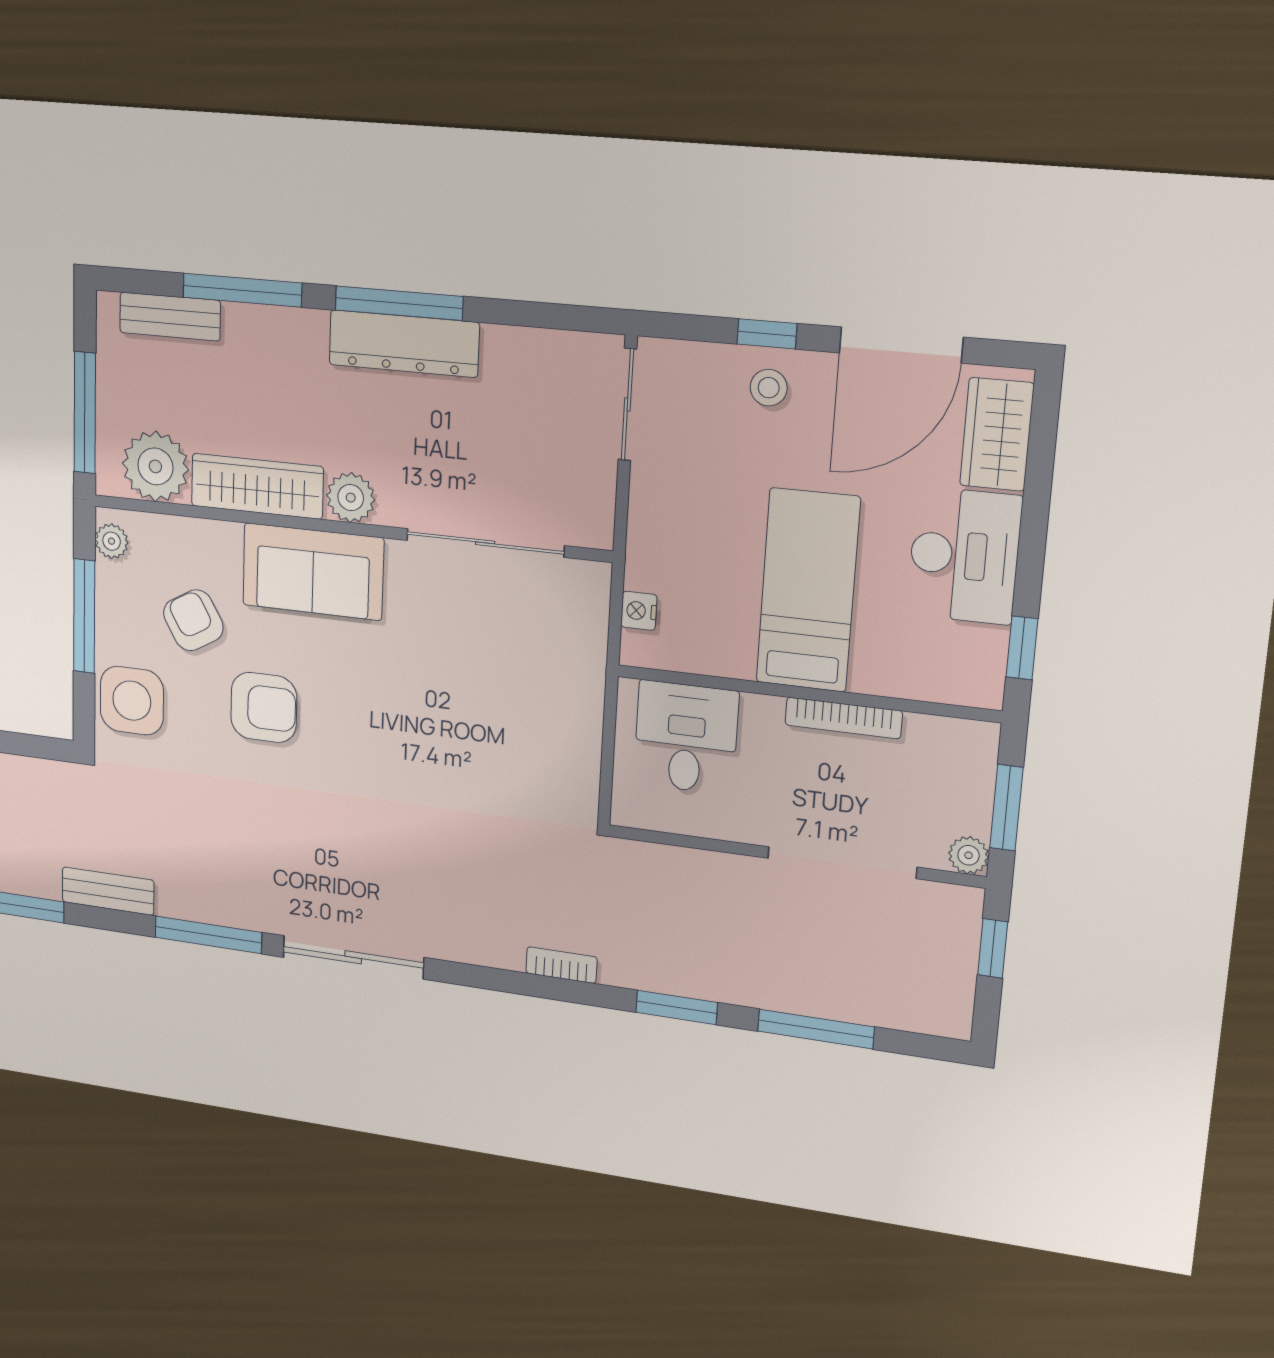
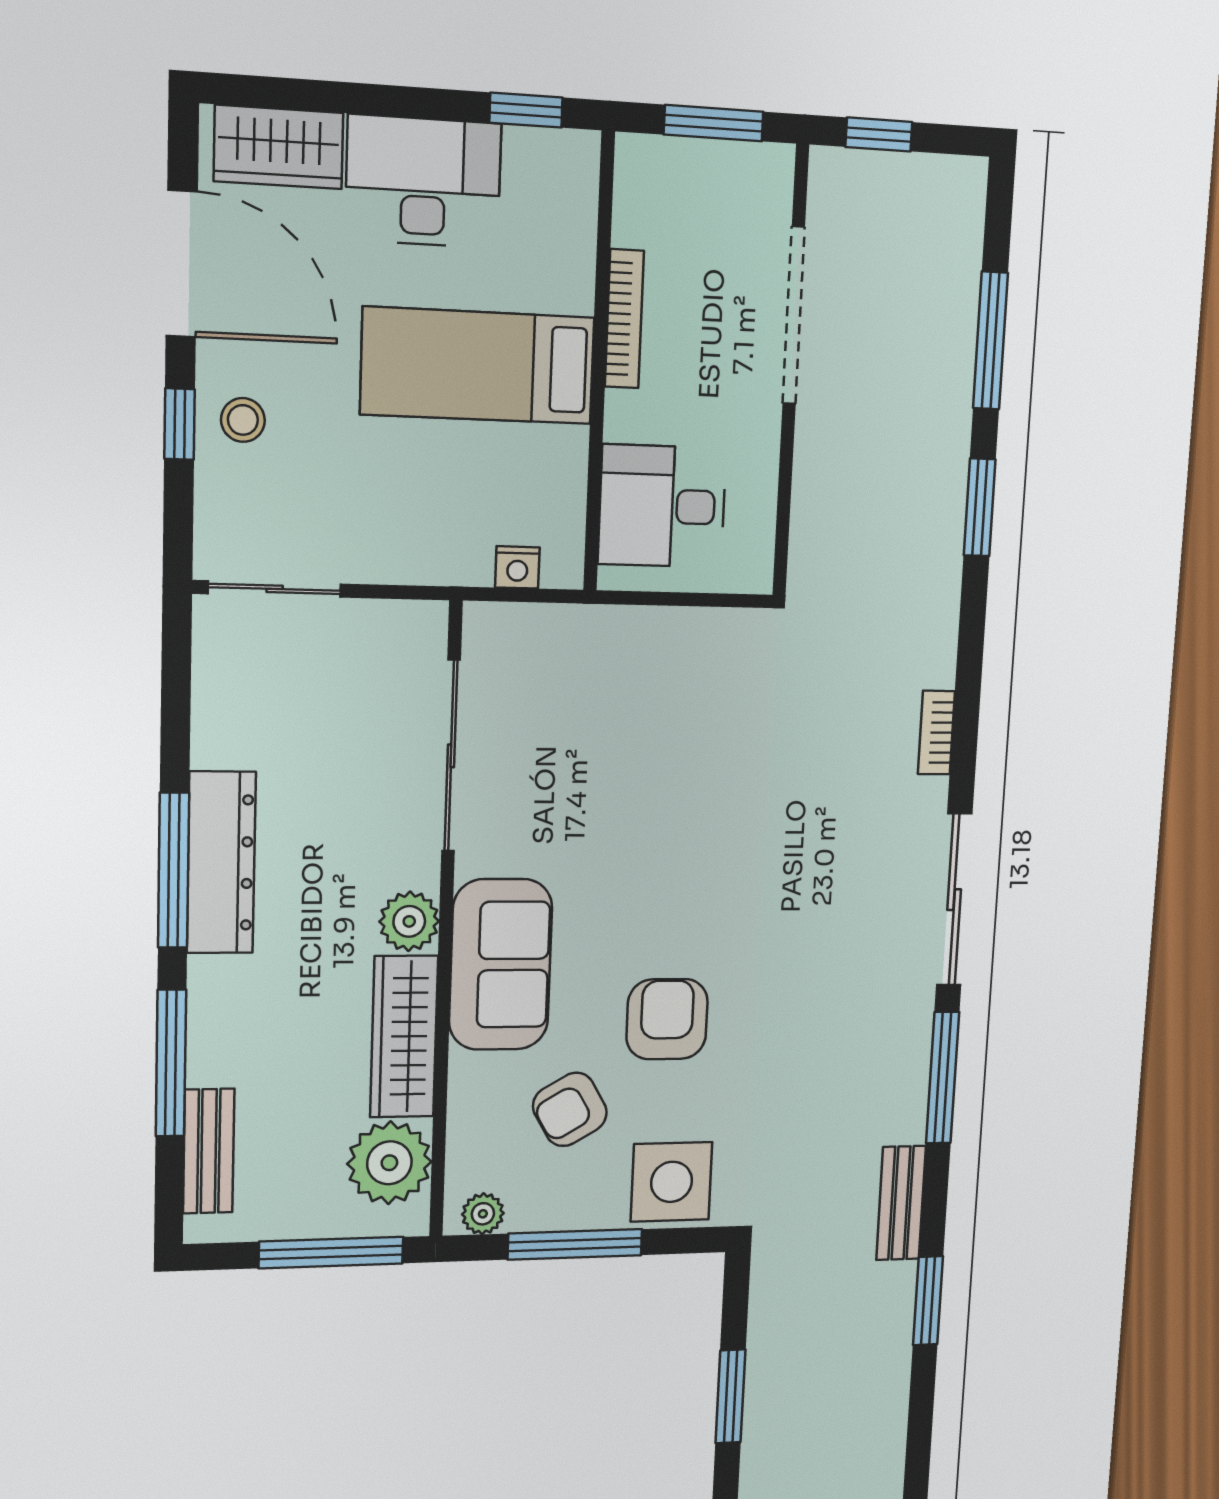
plant: (969, 855) -> (773, 166), removed
bookcase: (561, 965) -> (936, 733), moved

